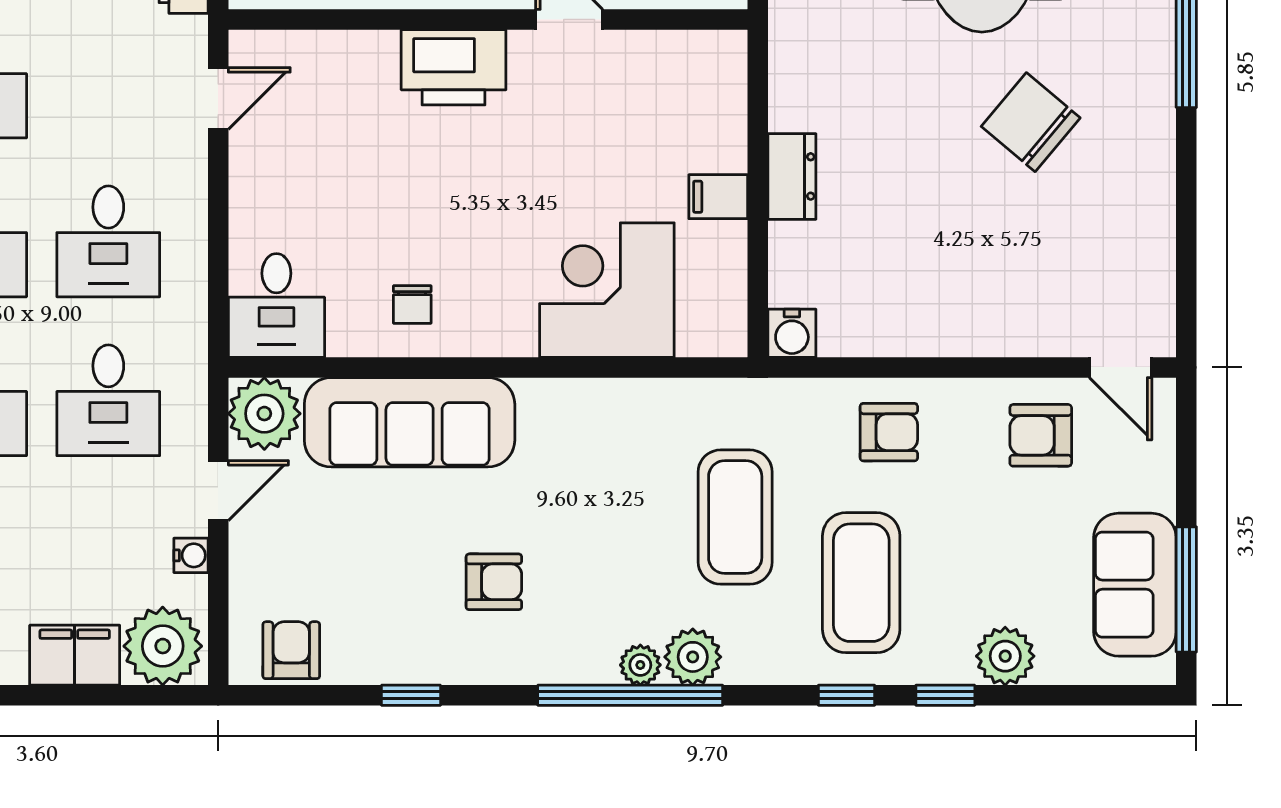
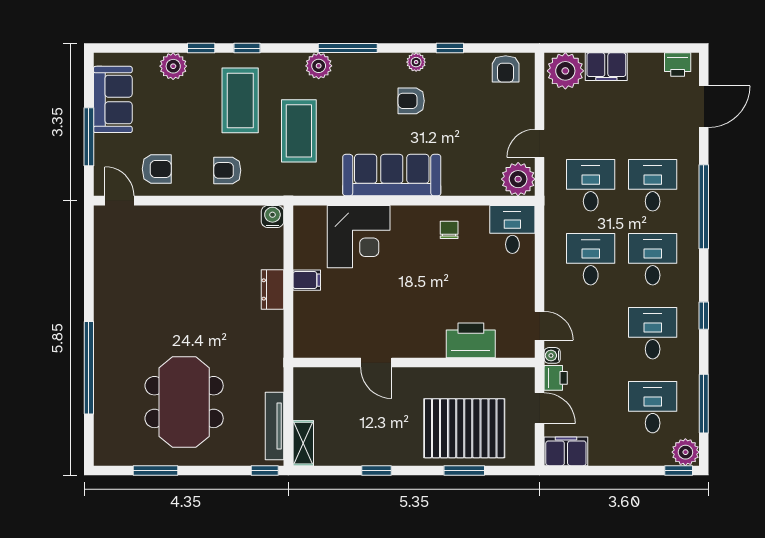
printer: (454, 67) -> (471, 340), moved
door: (218, 99) -> (540, 326), swing flipped
chair: (1031, 122) -> (161, 315), removed
sofa: (410, 422) -> (392, 175), moved
water cooler: (191, 555) -> (552, 355), moved
window: (1186, 589) -> (89, 137), moved
plant: (640, 665) -> (416, 62), moved
window: (630, 695) -> (348, 48), width x0.68

